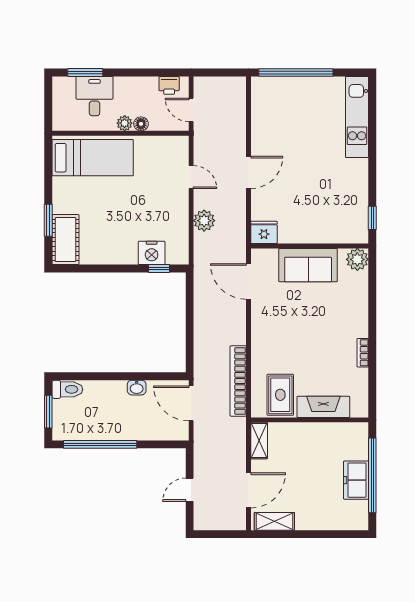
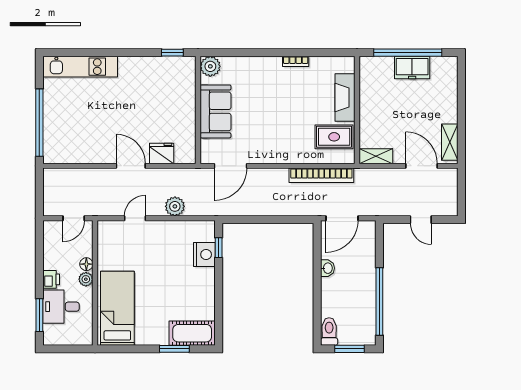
printer: (169, 85) -> (51, 279), moved
fridge: (264, 232) -> (162, 153), moved, turned 90

